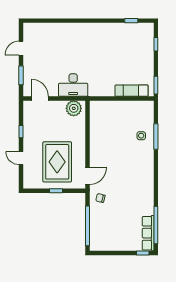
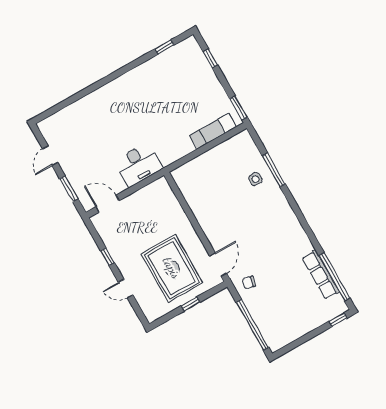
plant: (74, 108) -> (155, 192), removed
row of seats: (148, 233) -> (321, 275), moved

